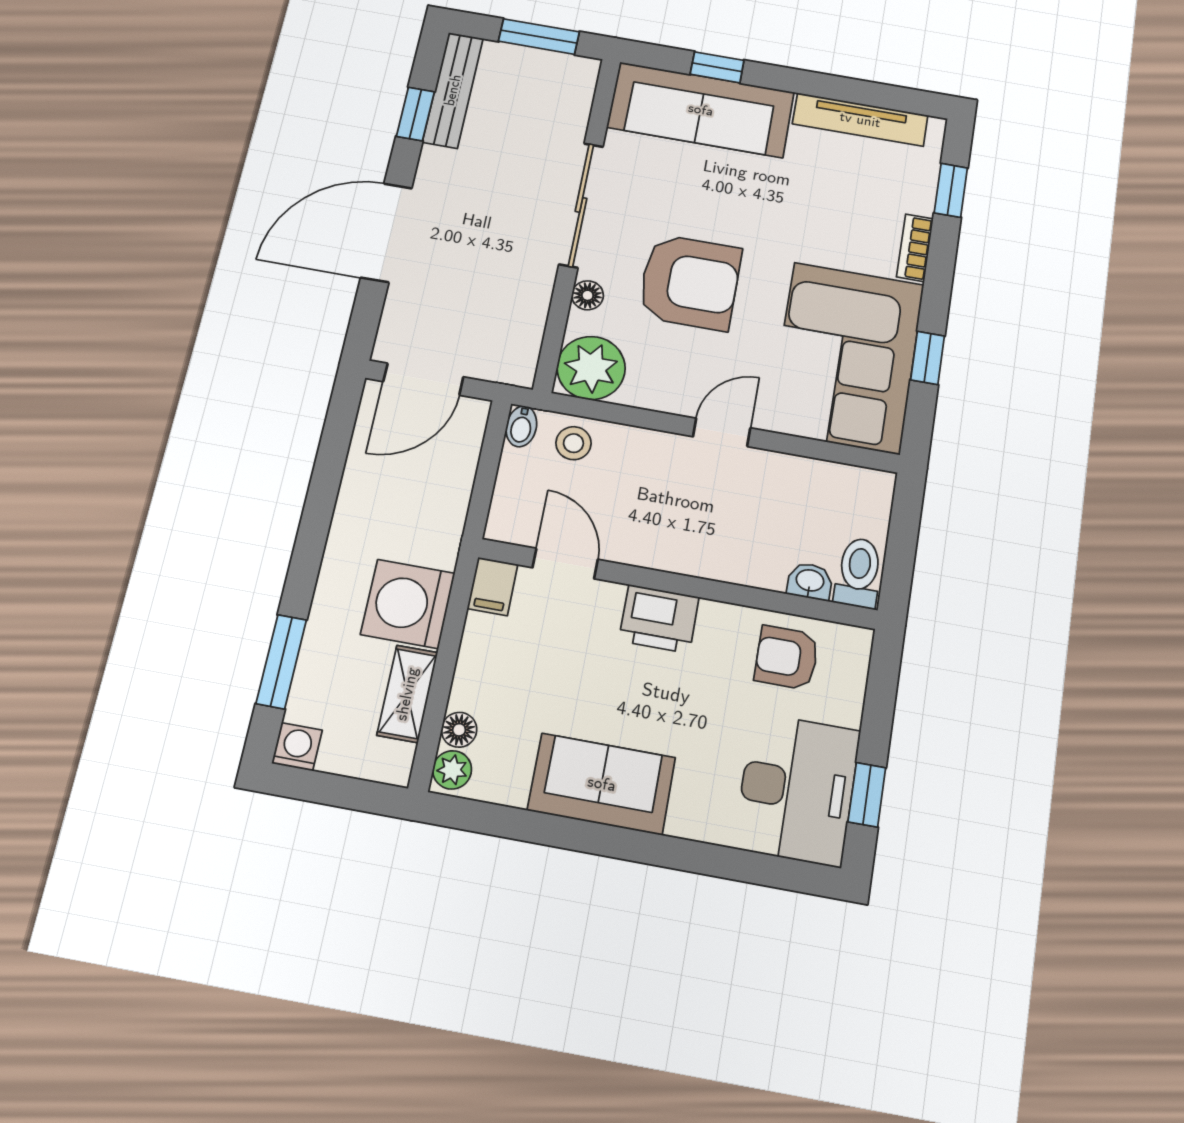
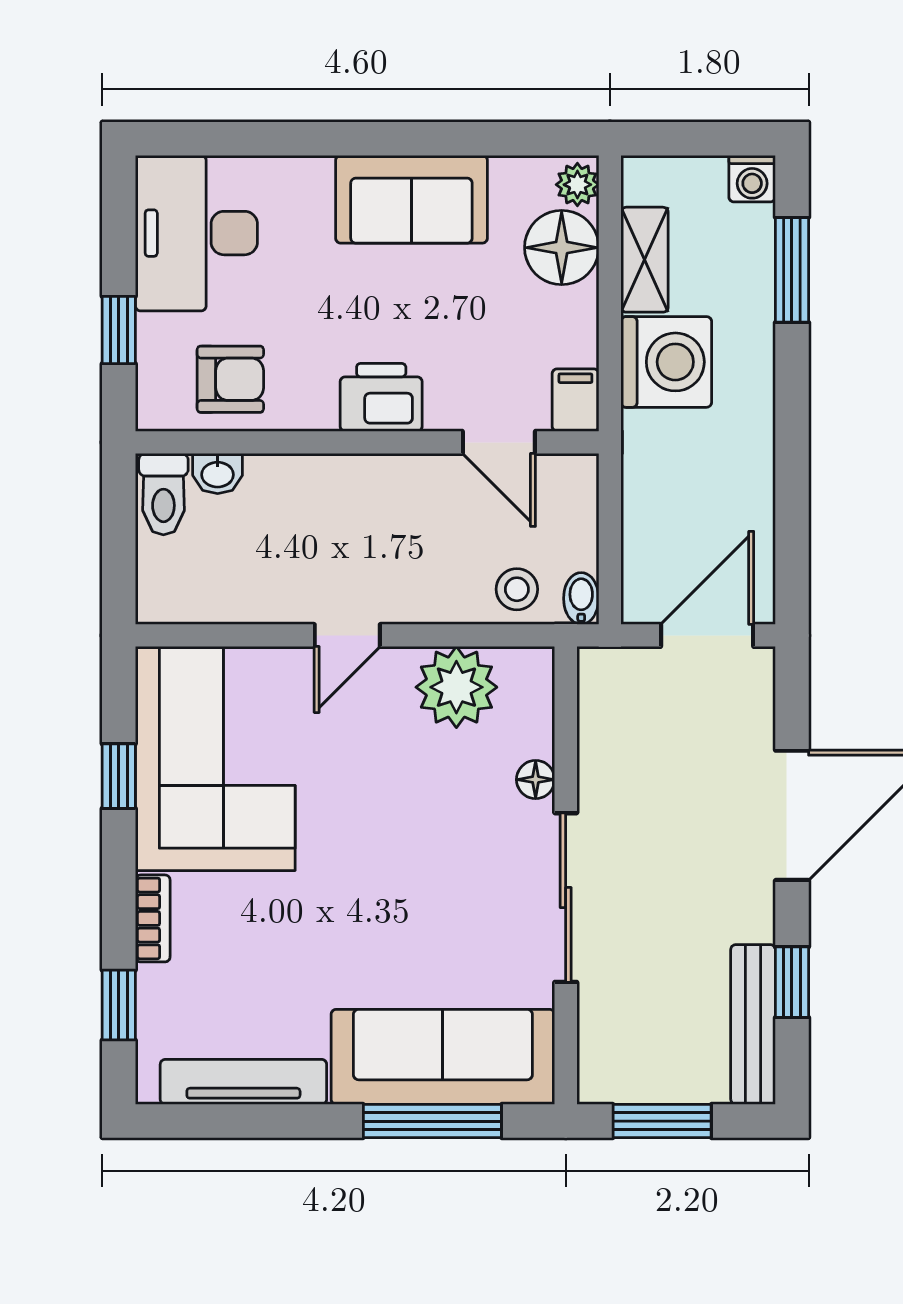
window: (717, 67) -> (432, 1121), width x2.17
armchair: (690, 282) -> (417, 820), removed
plant: (591, 368) -> (456, 687), moved
floor lamp: (459, 730) -> (562, 248), width x1.89, depth x1.89
window: (867, 795) -> (119, 330), moved

